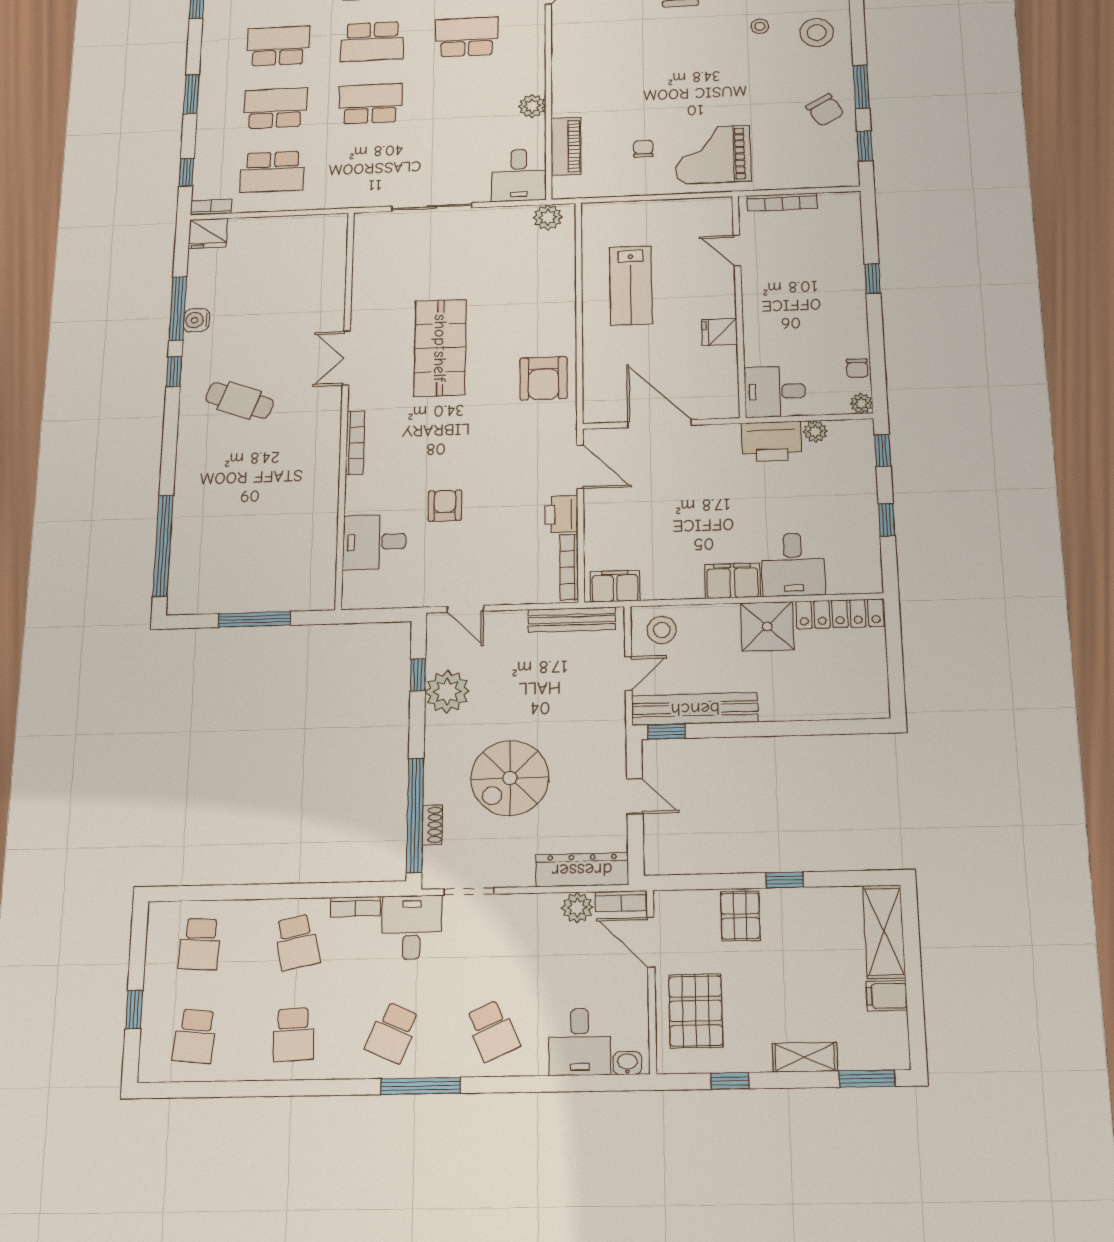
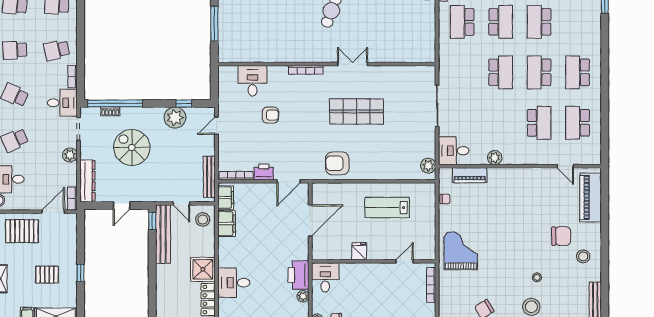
school desk: (278, 46) -> (539, 22), turned 180
chair: (643, 149) -> (445, 199), moved
filing cabinet: (732, 581) -> (227, 224), moved
plant: (577, 907) -> (70, 155), moved
pallet: (740, 916) -> (47, 275), moved

